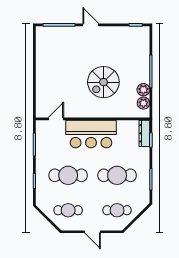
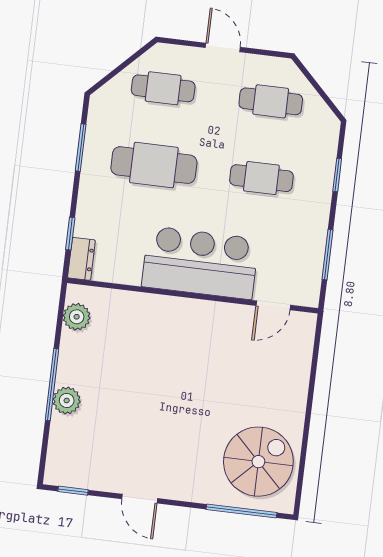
door: (91, 25) -> (140, 499), moved
spiral stairs: (103, 82) -> (258, 462), moved
plant: (143, 90) -> (67, 400), moved
dresser: (144, 133) -> (81, 259), width x0.70
cafe table: (68, 175) -> (261, 178), width x0.73, depth x0.74

